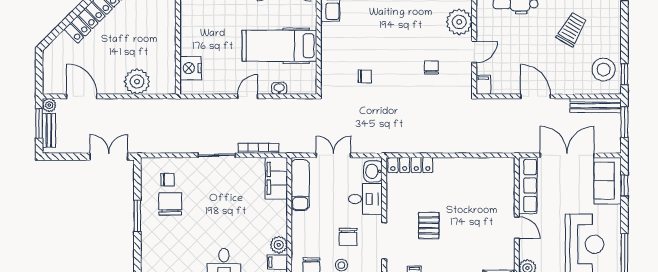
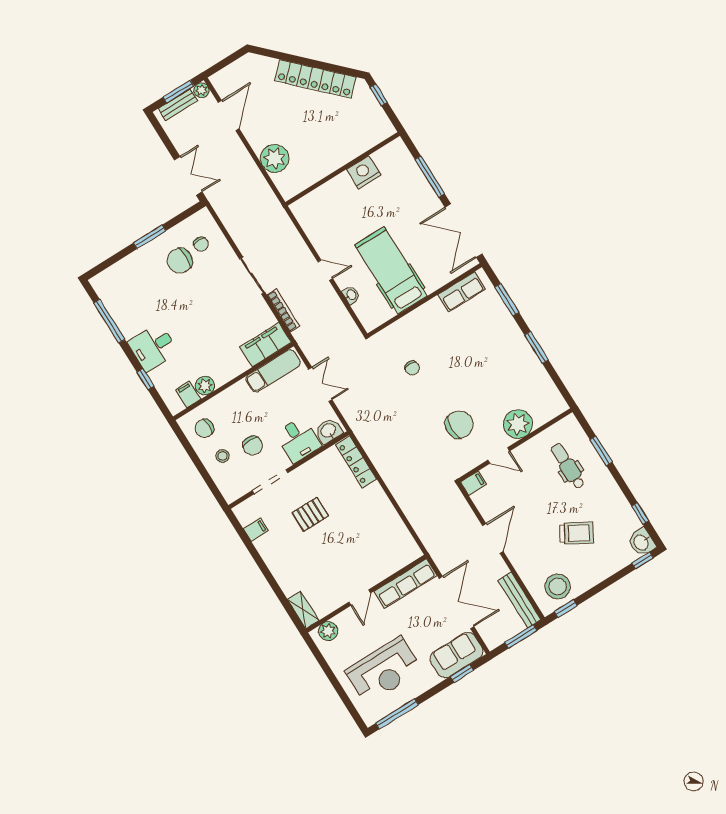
chair: (431, 67) -> (459, 425), width x1.87, depth x1.87
nightstand: (191, 68) -> (364, 172), moved
chair: (170, 204) -> (180, 261), turned 180
chair: (348, 237) -> (253, 446), turned -90

